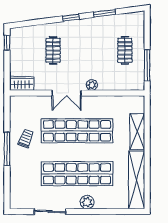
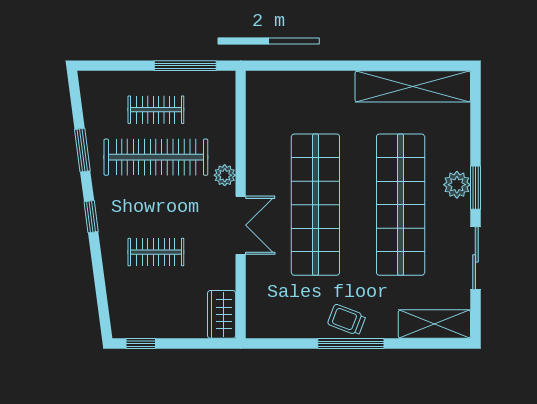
clothes rail: (101, 50) -> (156, 157), added
shelving: (137, 132) -> (434, 324), moved
trolley: (26, 138) -> (347, 320), moved
window: (86, 212) -> (475, 188), added

